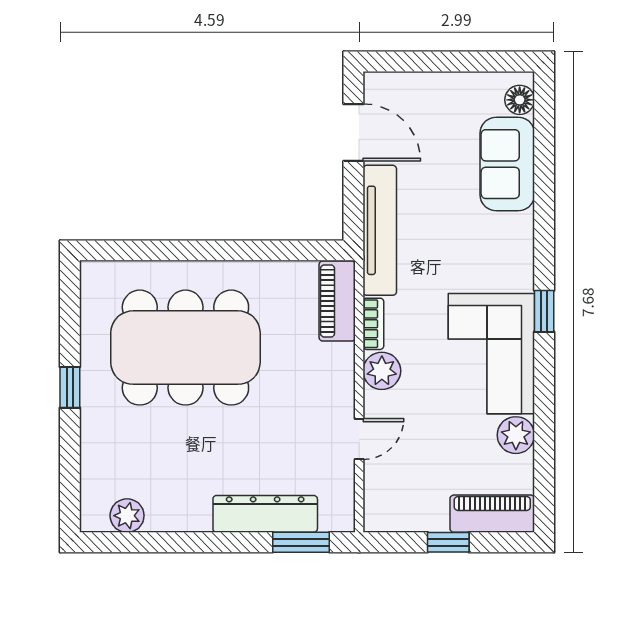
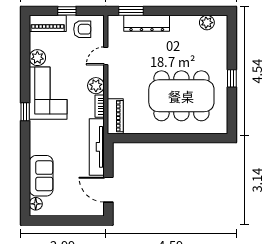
armchair: (413, 500) -> (82, 29), added

